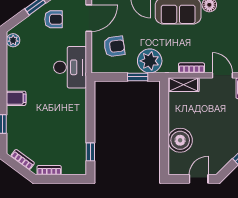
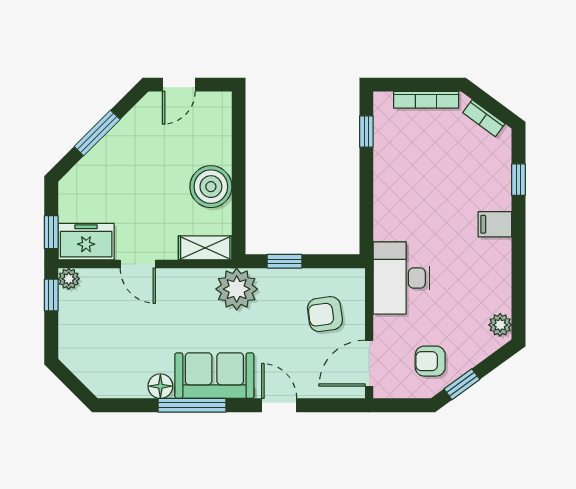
plant: (150, 61) -> (237, 289), moved
bookcase: (192, 68) -> (191, 277), removed
boiler: (180, 140) -> (211, 187), moved
bookcase: (49, 170) -> (426, 100), width x1.56

